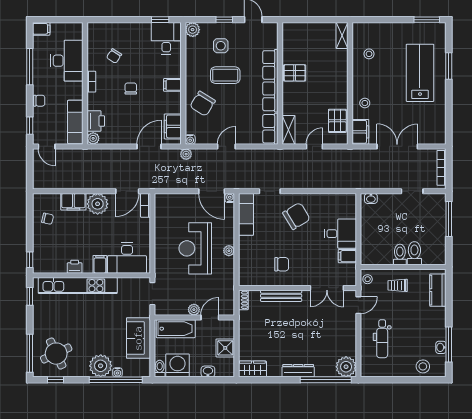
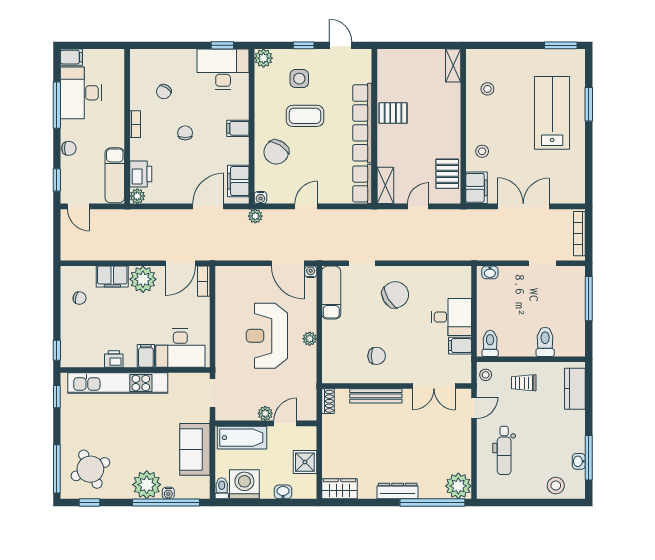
desk: (166, 38) -> (223, 69), width x1.37
desk: (67, 61) -> (81, 93), moved, turned 180
toilet: (400, 254) -> (490, 343), moved

